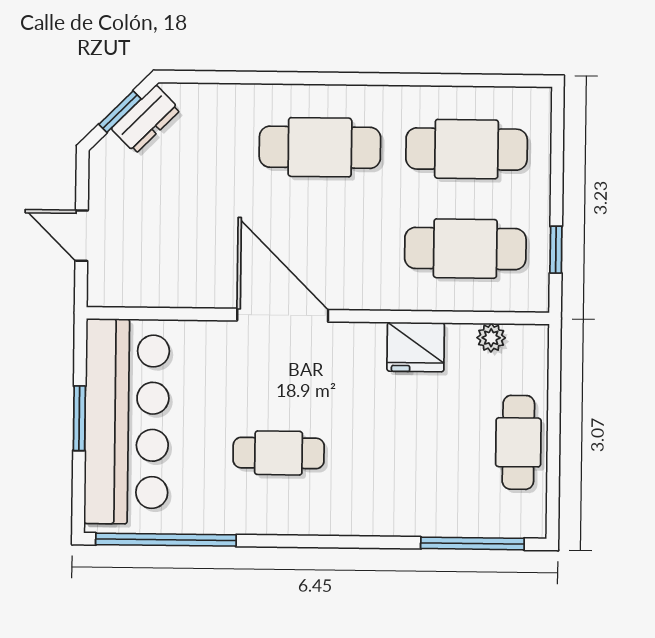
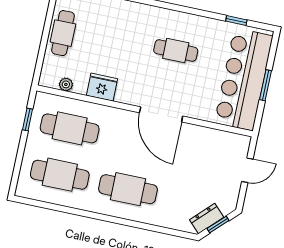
door: (82, 236) -> (247, 170), hinge flipped
window: (166, 540) -> (236, 21), width x0.32

